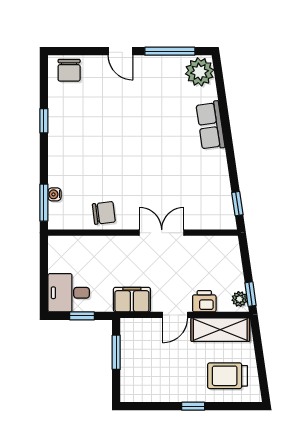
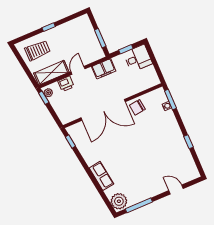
door: (121, 51) -> (176, 190), moved
chair: (69, 70) -> (187, 173), removed
double door: (162, 233) -> (103, 110), width x1.87

